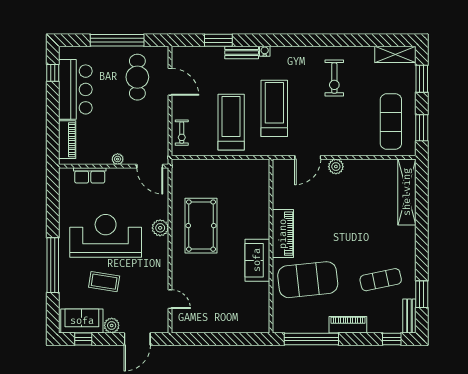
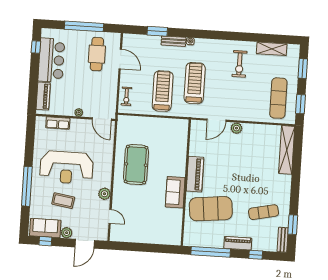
shelving: (395, 54) -> (272, 49), moved
plant: (160, 228) -> (104, 194), moved
reception desk: (106, 236) -> (66, 167), turned 180
window: (392, 339) -> (256, 255), moved

